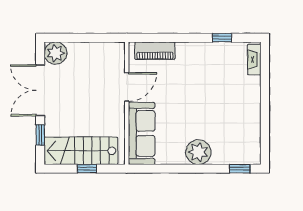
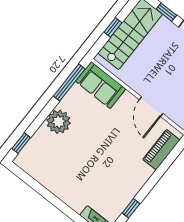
sofa: (142, 133) -> (101, 85), width x0.73
window: (160, 169) -> (69, 82), added

